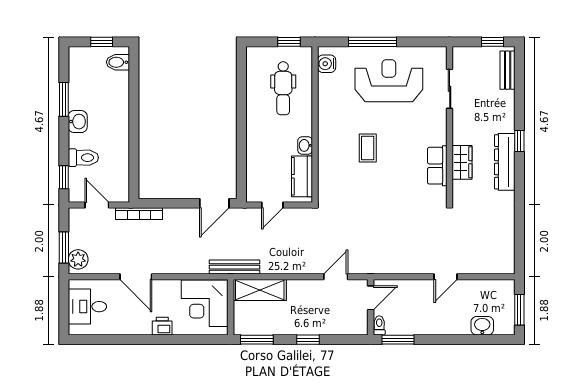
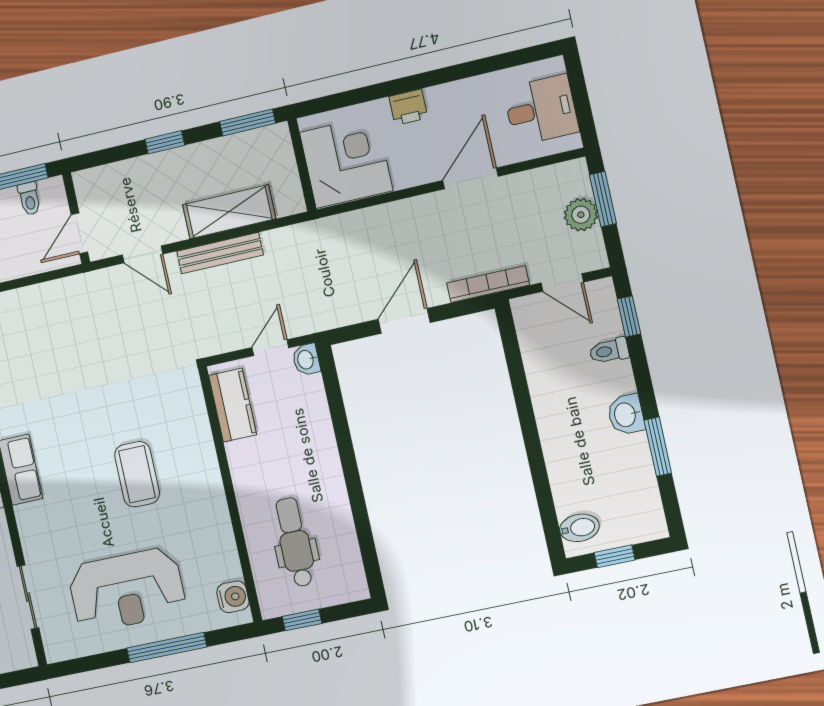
washbasin: (305, 145) -> (306, 360), moved, turned 180
coffee table: (368, 148) -> (137, 474), width x1.36, depth x1.30
toilet: (83, 158) -> (609, 351), width x0.73, depth x0.72
door: (214, 203) -> (404, 321), moved
plant: (78, 259) -> (581, 215), moved
bench: (235, 267) -> (220, 253), moved
door: (136, 277) -> (470, 178), hinge flipped
door: (336, 277) -> (143, 254), hinge flipped
shelving: (260, 290) -> (229, 212), moved
toilet: (379, 325) -> (29, 199), moved

